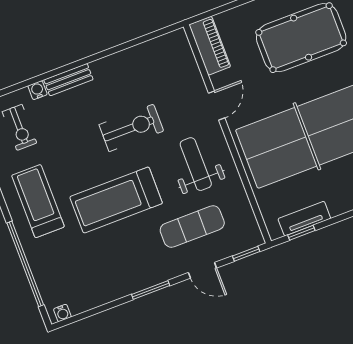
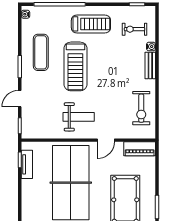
door: (217, 105) -> (106, 140), hinge flipped
exercise bike: (131, 128) -> (141, 108), moved
treadmill: (116, 200) -> (75, 66), turned 180
exercise mat: (192, 227) -> (41, 52), moved

